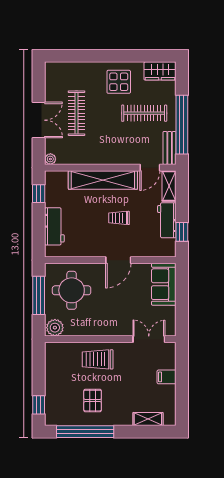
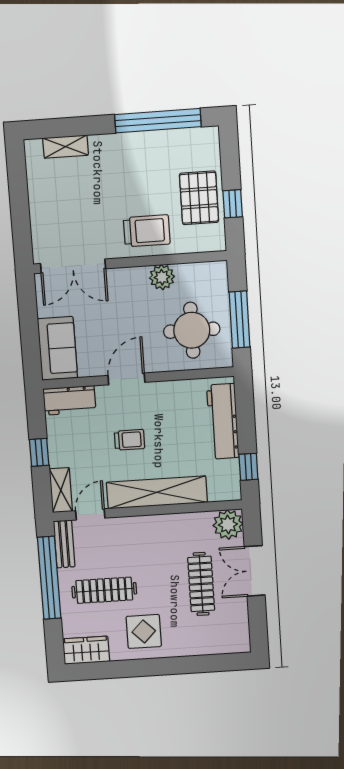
plant: (50, 159) -> (228, 525), width x1.87, depth x1.87
workbench: (167, 220) -> (69, 400), moved, turned 90
workbench: (54, 226) -> (223, 421), width x1.38
window: (182, 232) -> (39, 452), moved
plant: (55, 328) -> (162, 277), moved
double door: (149, 339) -> (73, 266), width x1.37
filing cabinet: (167, 377) -> (43, 212), removed
pallet: (93, 401) -> (199, 198), moved, width x1.50, depth x1.42
window: (39, 405) -> (233, 204), moved

